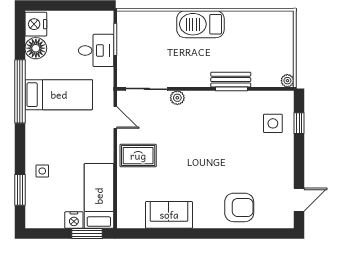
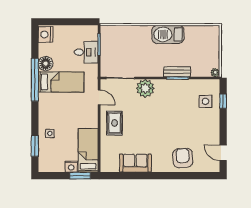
barbecue: (200, 24) -> (168, 34), moved
floor lamp: (36, 48) -> (46, 64), moved
plant: (177, 98) -> (145, 88), width x1.87, depth x1.87
rug: (138, 156) -> (115, 123), turned 90
door: (299, 200) -> (223, 153), swing flipped
armchair: (239, 207) -> (183, 158), turned -94

